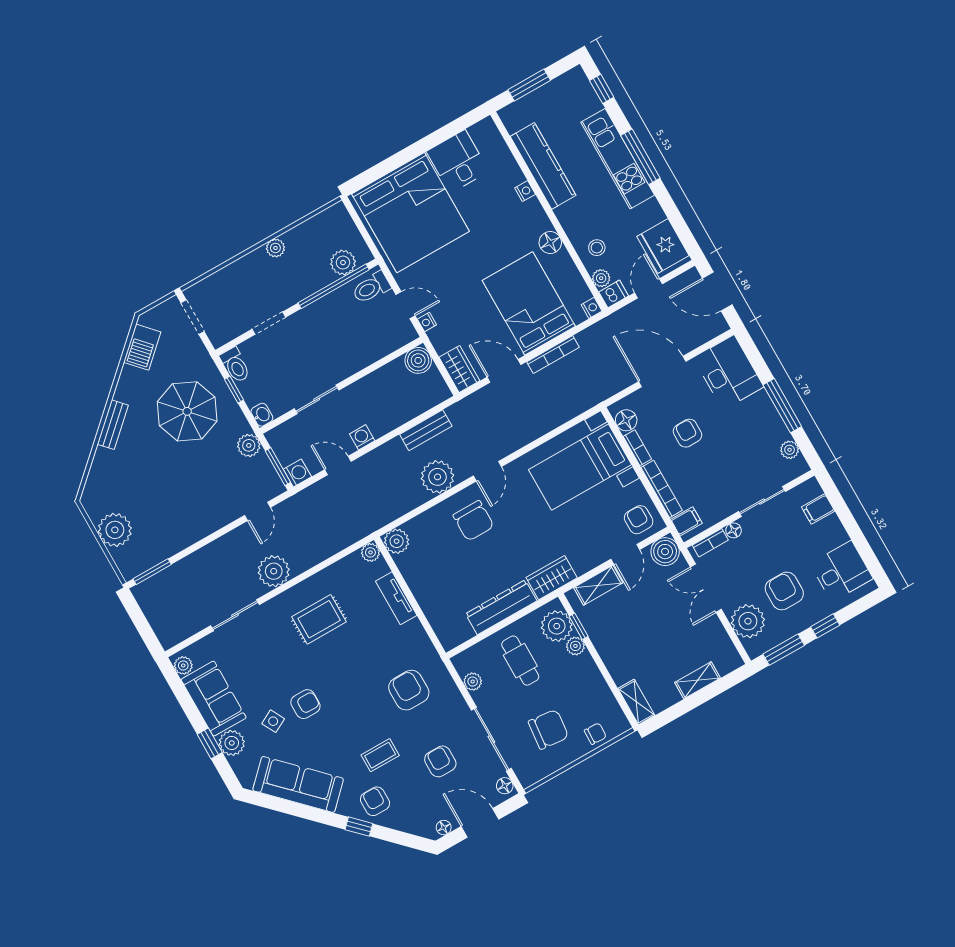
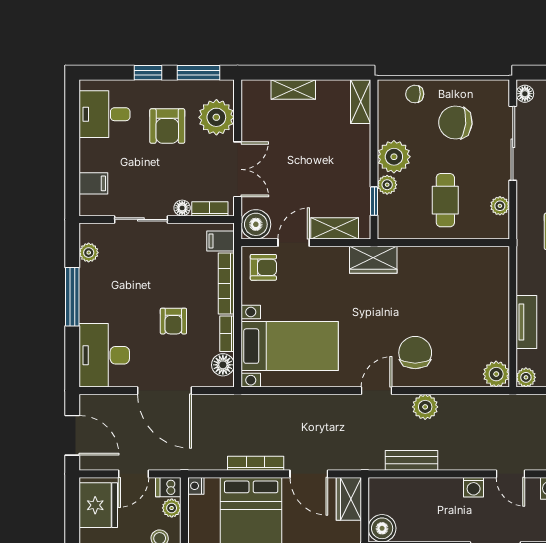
plant: (438, 477) -> (425, 407), width x0.73, depth x0.73
armchair: (639, 520) -> (263, 267), turned -90
dresser: (501, 607) -> (435, 259), removed
plant: (557, 626) -> (394, 157), moved

